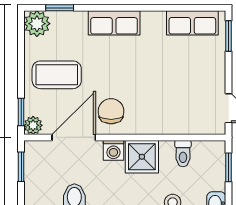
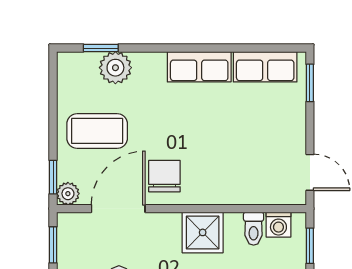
row of seats: (114, 23) -> (199, 67), moved
plant: (37, 24) -> (115, 68), moved
washing machine: (113, 150) -> (278, 225), moved

